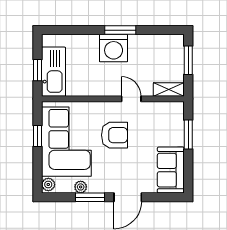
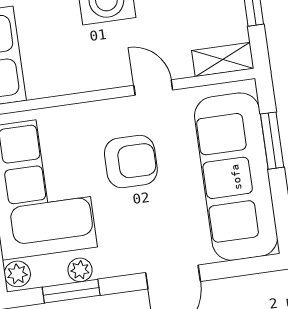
sofa: (171, 170) -> (236, 177), width x1.85, depth x1.27
window: (90, 197) -> (71, 291), moved

